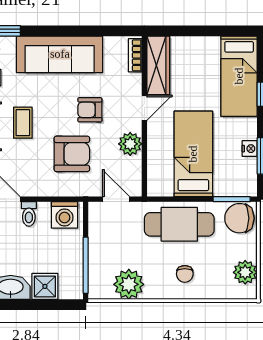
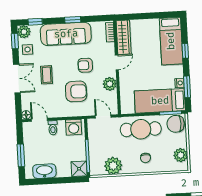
window: (73, 31) -> (73, 20), added
bed: (193, 154) -> (160, 101), moved, turned -90
shower: (45, 286) -> (79, 169), moved

